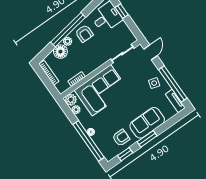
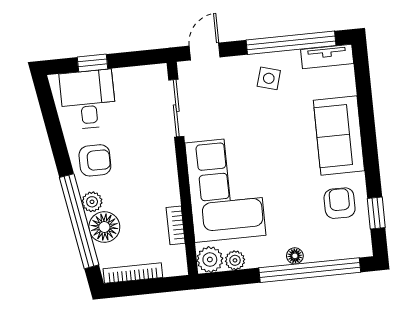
window: (68, 30) -> (79, 221), moved
door: (151, 52) -> (205, 52), hinge flipped
window: (147, 139) -> (370, 153), removed

